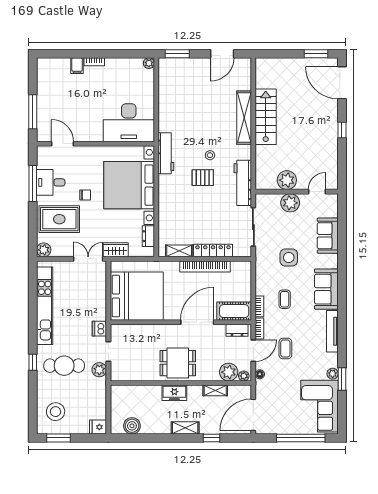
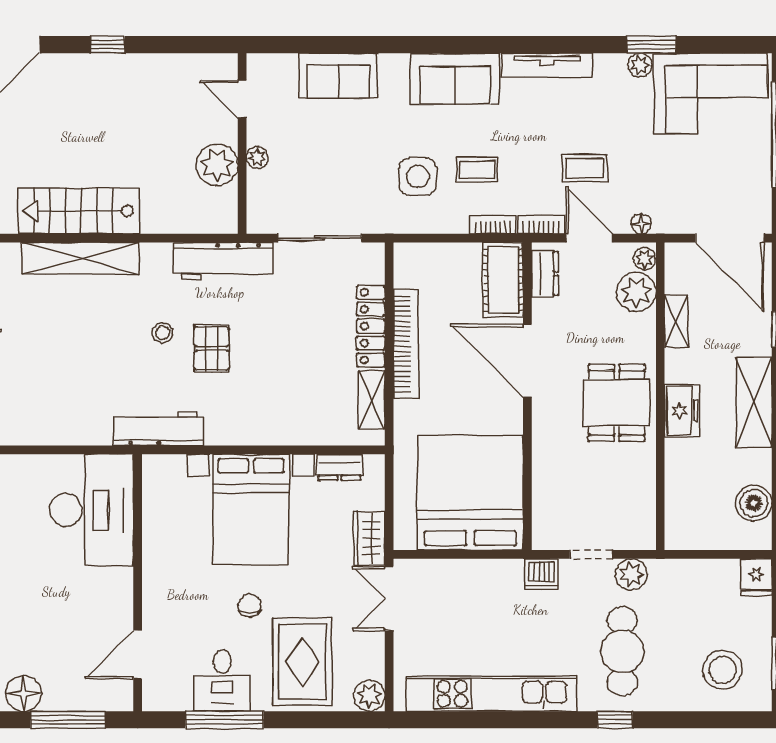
floor lamp: (45, 91) -> (24, 693), added
bed with nightstands: (129, 185) -> (251, 509), width x0.73
plant: (290, 203) -> (257, 158), width x0.53, depth x0.53
side table: (289, 258) -> (418, 177), moved
shelving: (185, 428) -> (754, 402), width x1.50, depth x1.33

